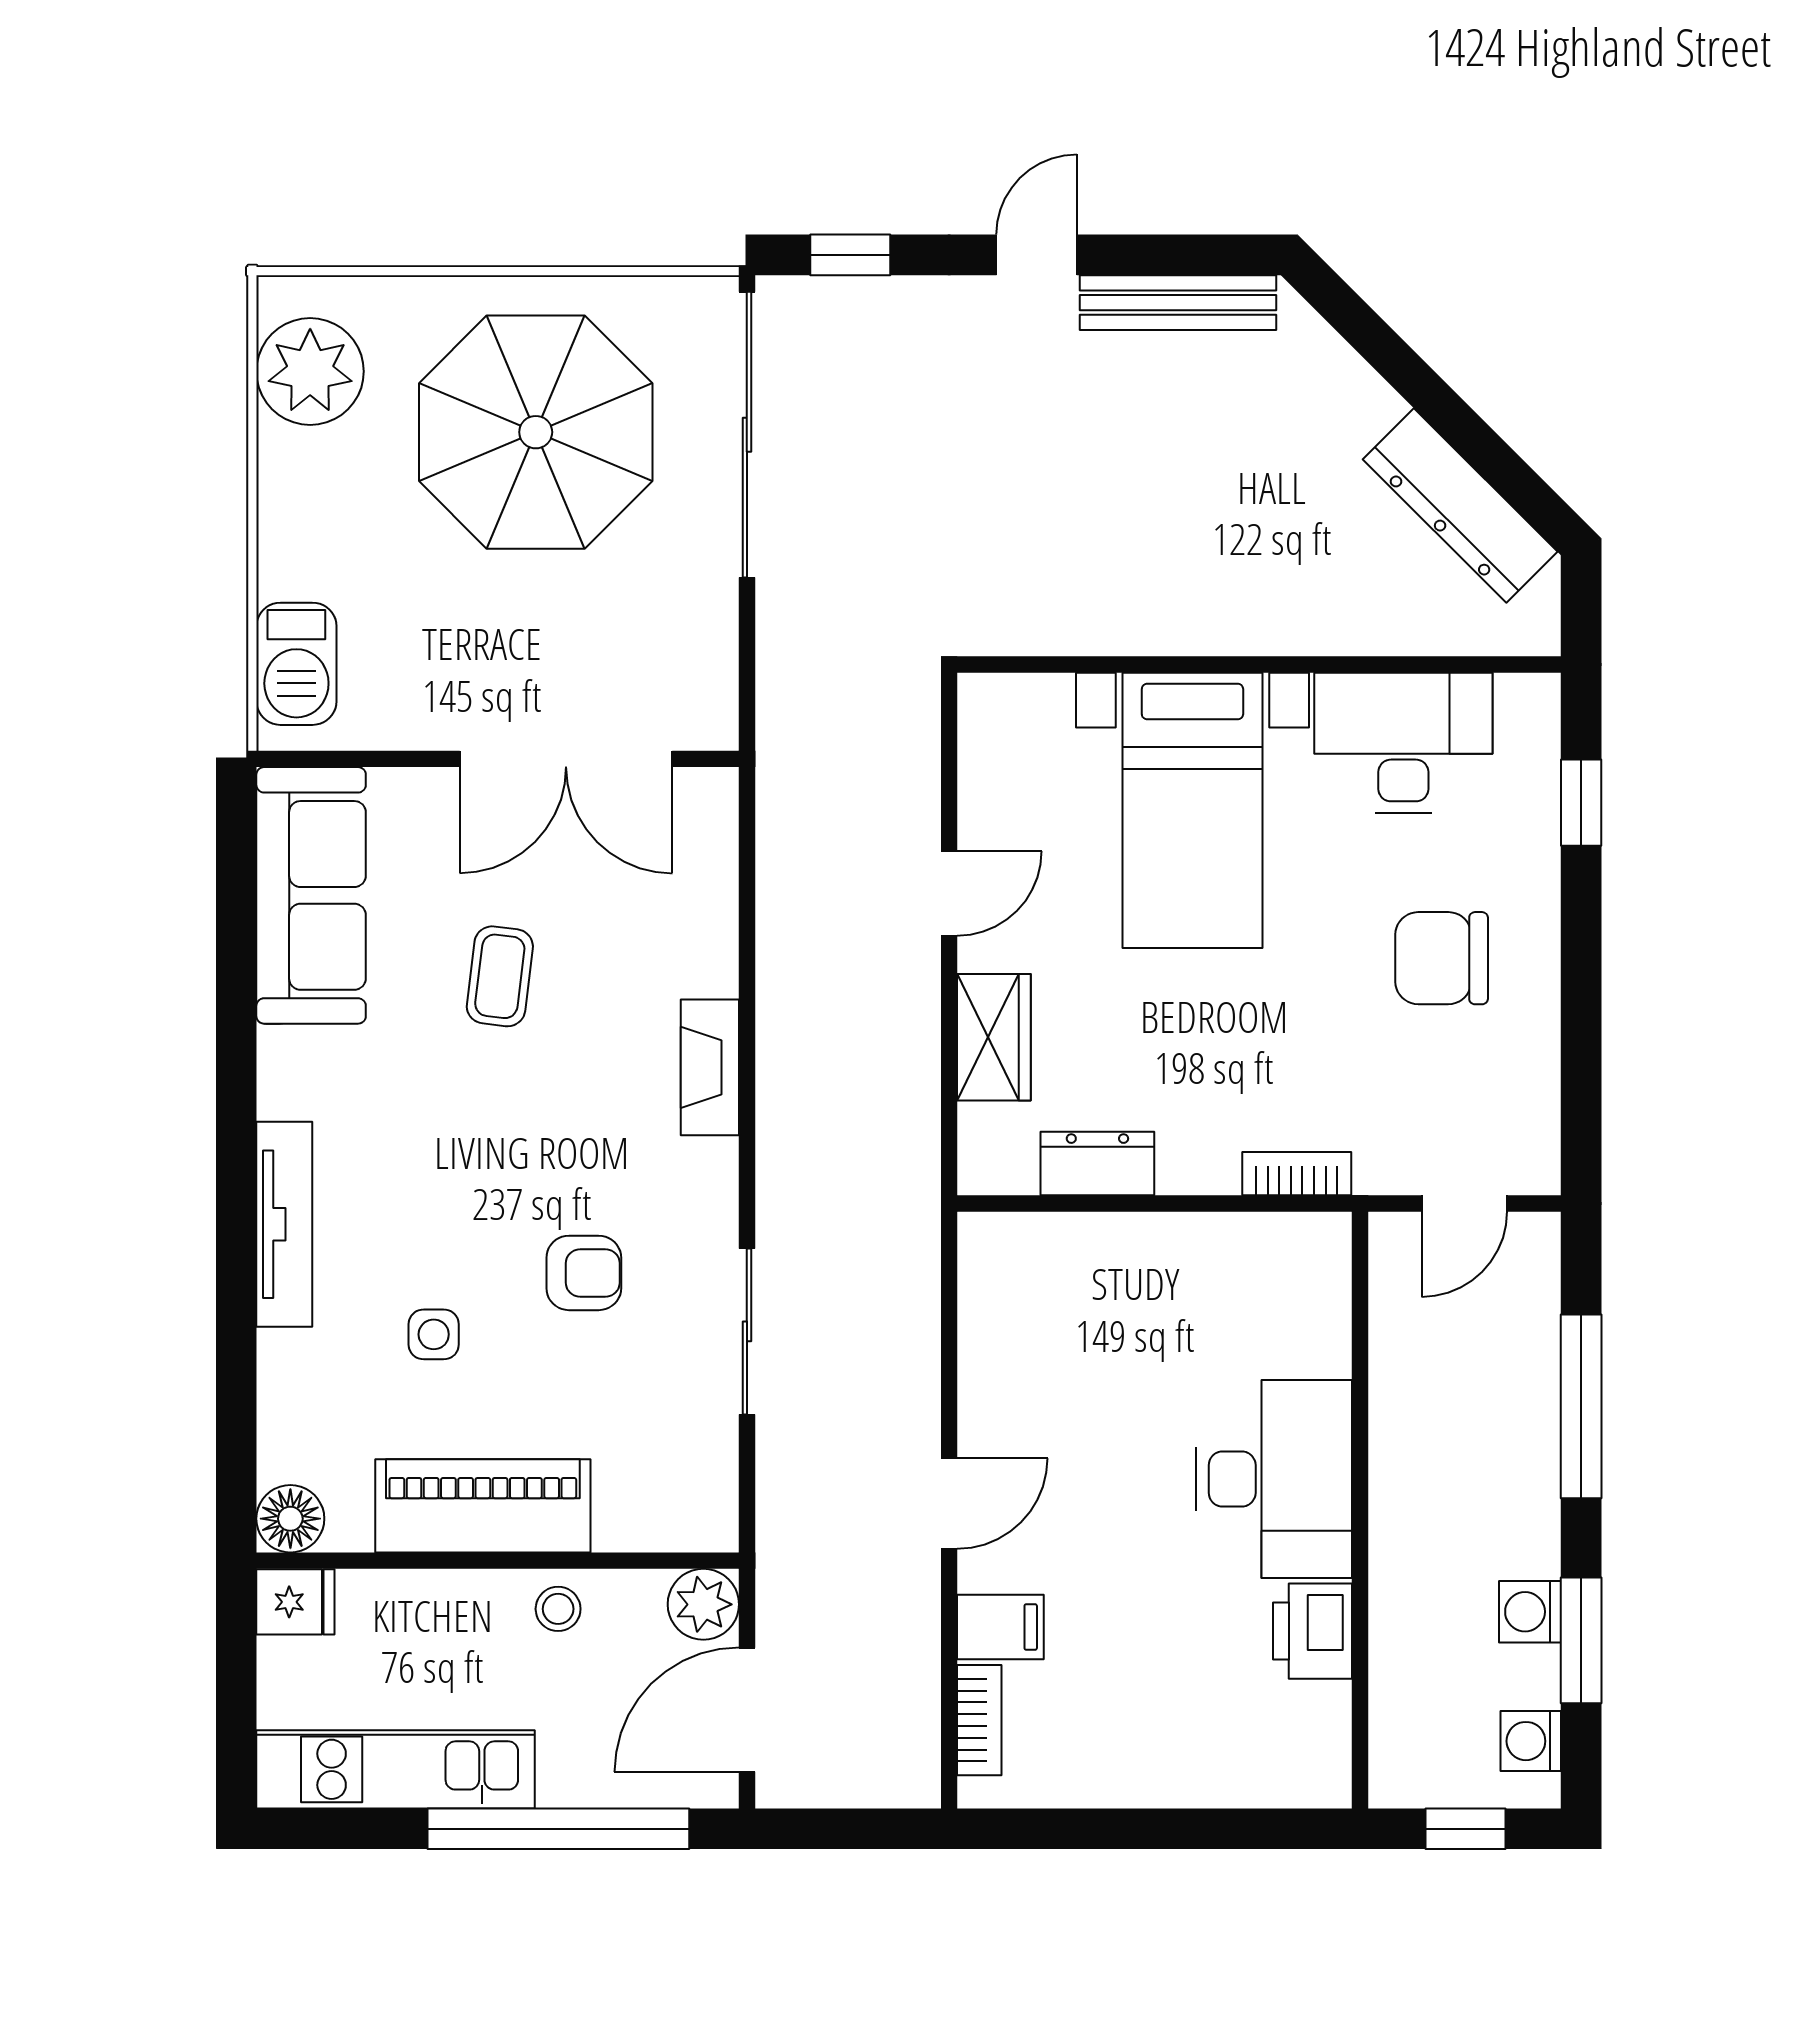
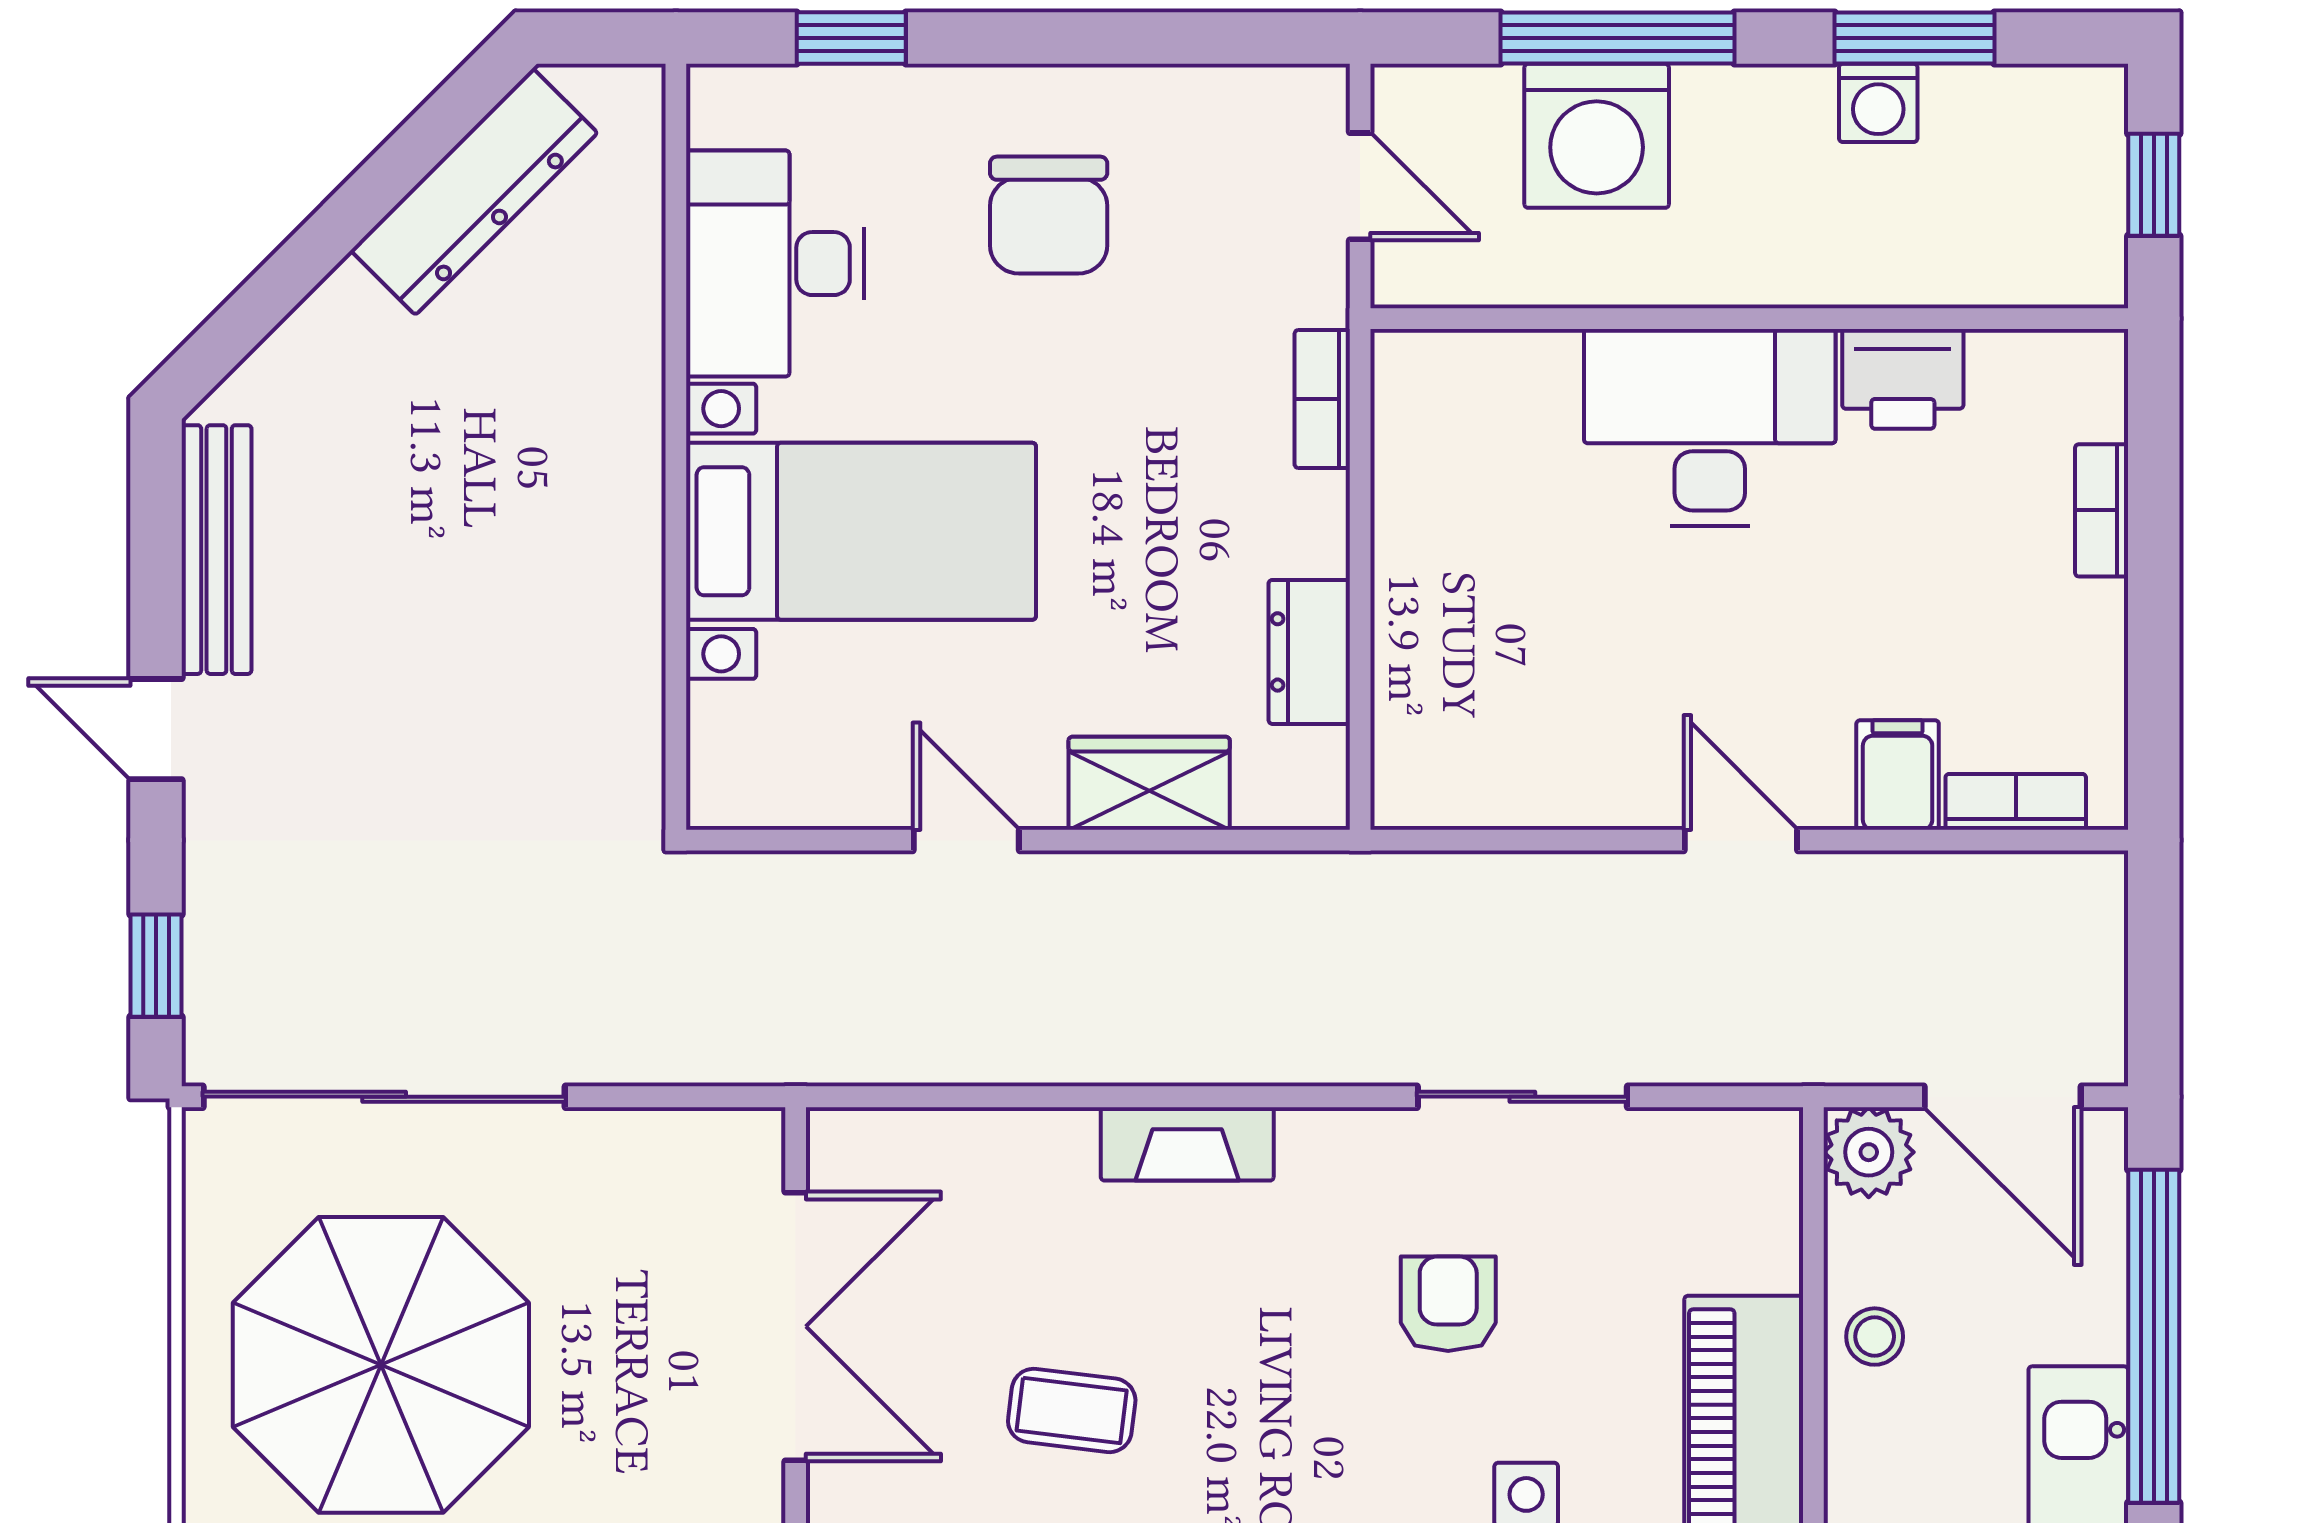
washing machine: (1531, 1741) -> (1597, 136), moved, width x1.89, depth x1.89
bookcase: (1209, 1788) -> (2102, 510), added

